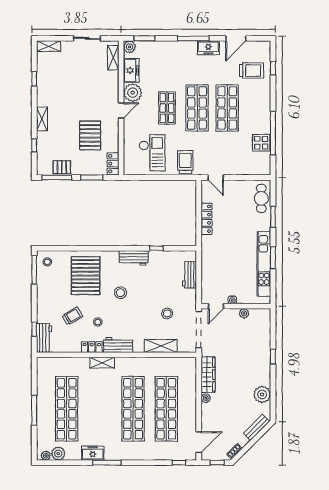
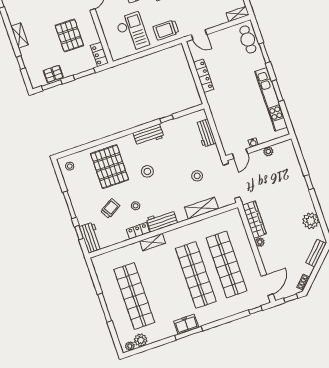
trolley: (185, 162) -> (166, 30), turned -90
shelving: (260, 170) -> (238, 14), added
window: (57, 177) -> (52, 85), width x0.69
window: (34, 270) -> (69, 205), moved
freezer: (93, 453) -> (186, 324), moved

